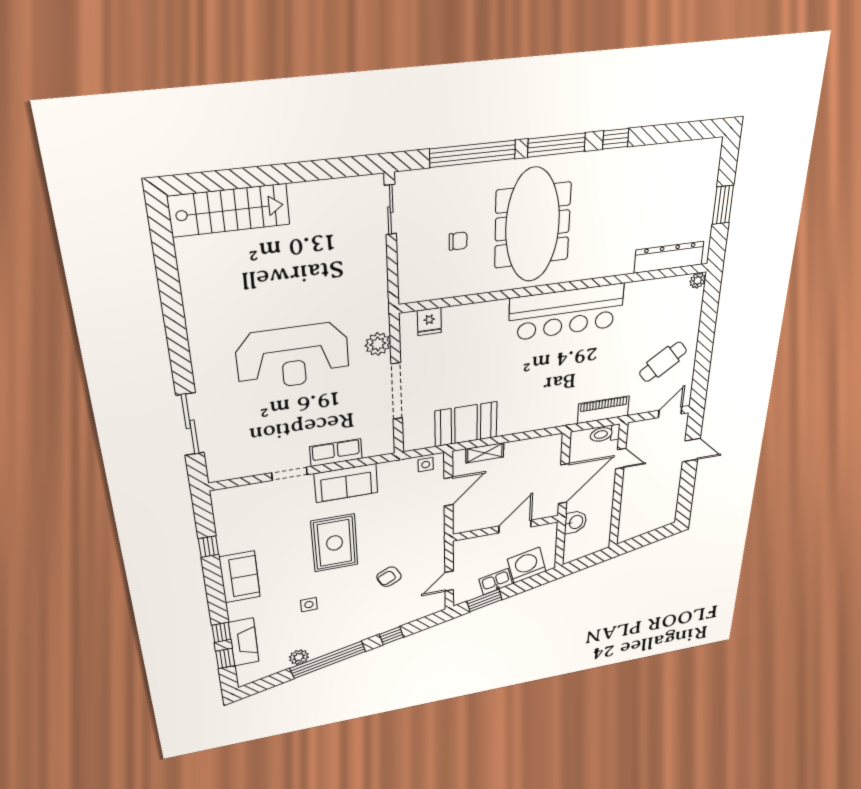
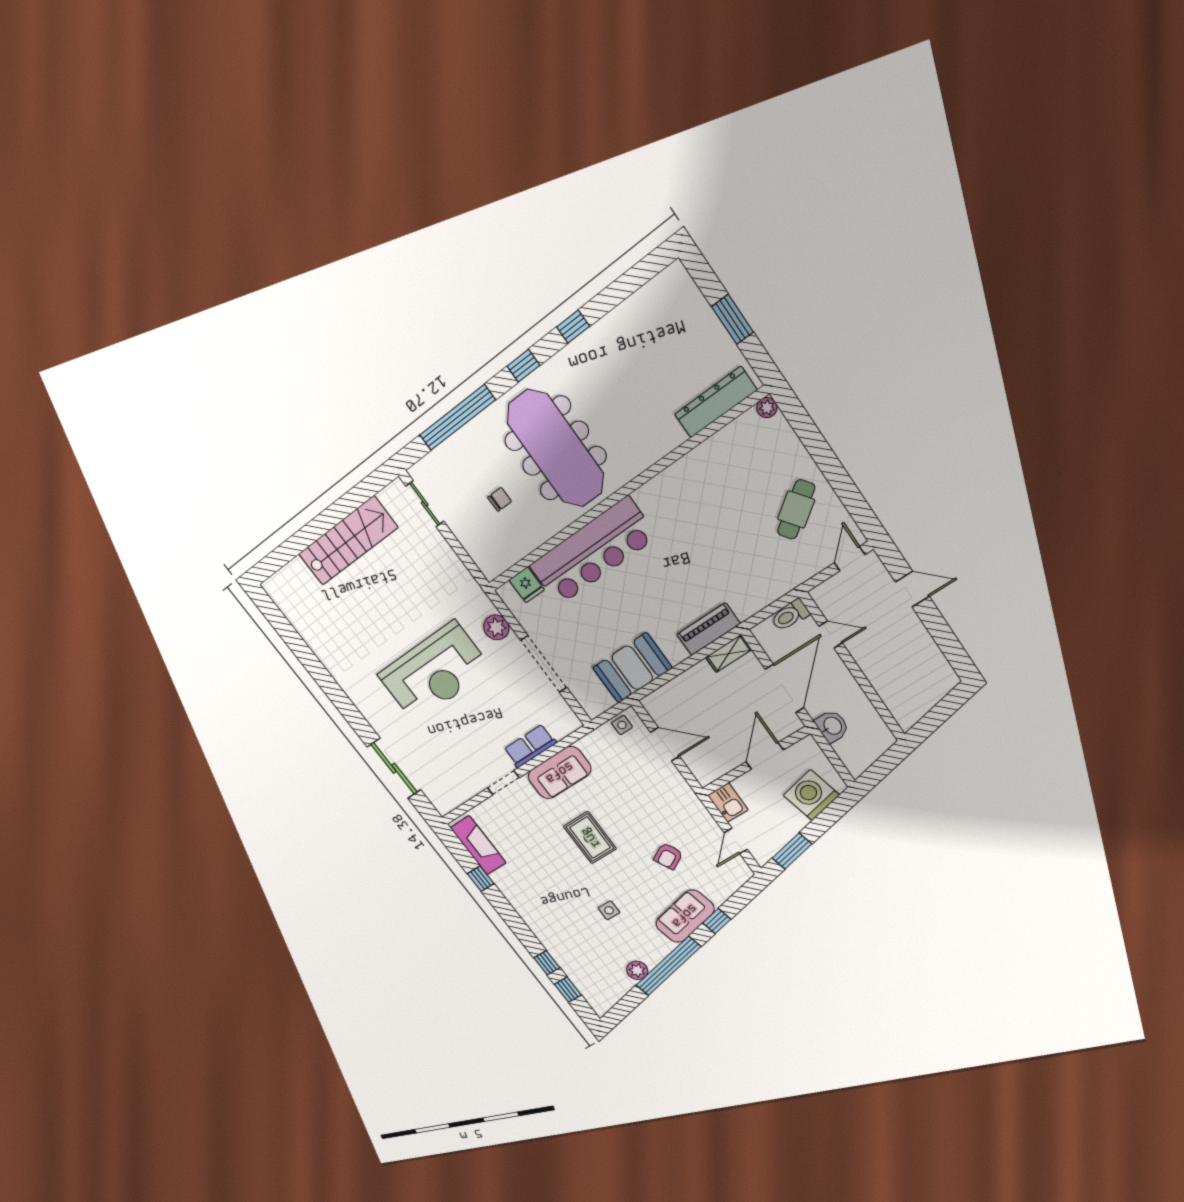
window: (557, 145) -> (523, 366), width x0.46
stairs: (229, 210) -> (348, 541), moved
bar counter: (566, 312) -> (593, 552), moved
piano: (603, 410) -> (708, 629), moved
shelving: (485, 453) -> (729, 653), moved
door: (448, 492) -> (665, 744), hinge flipped
rug: (335, 543) -> (590, 838), width x0.73, depth x0.70
sofa: (240, 577) -> (685, 916), moved, turned -103
kitchen sink: (496, 582) -> (728, 803), moved, turned 103
fireplace: (244, 642) -> (478, 845), moved

